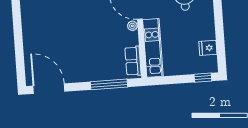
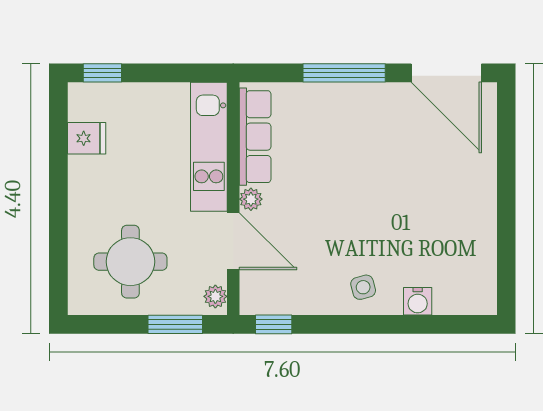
row of seats: (133, 61) -> (255, 137), width x1.48
window: (109, 84) -> (344, 73), moved

